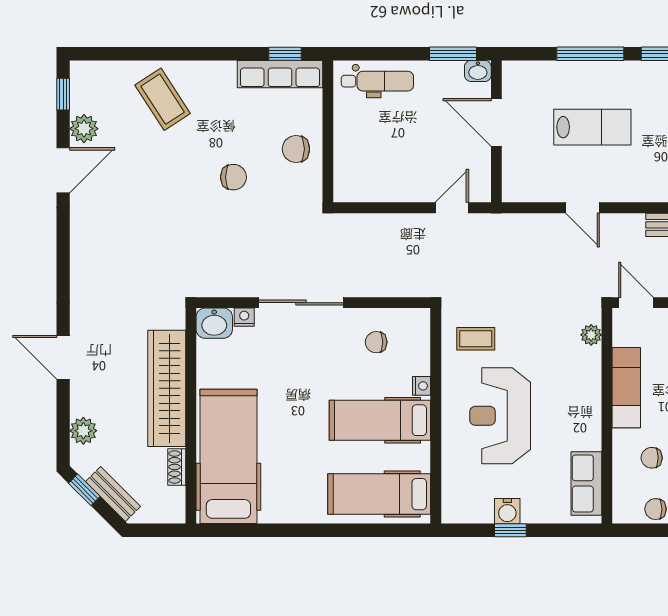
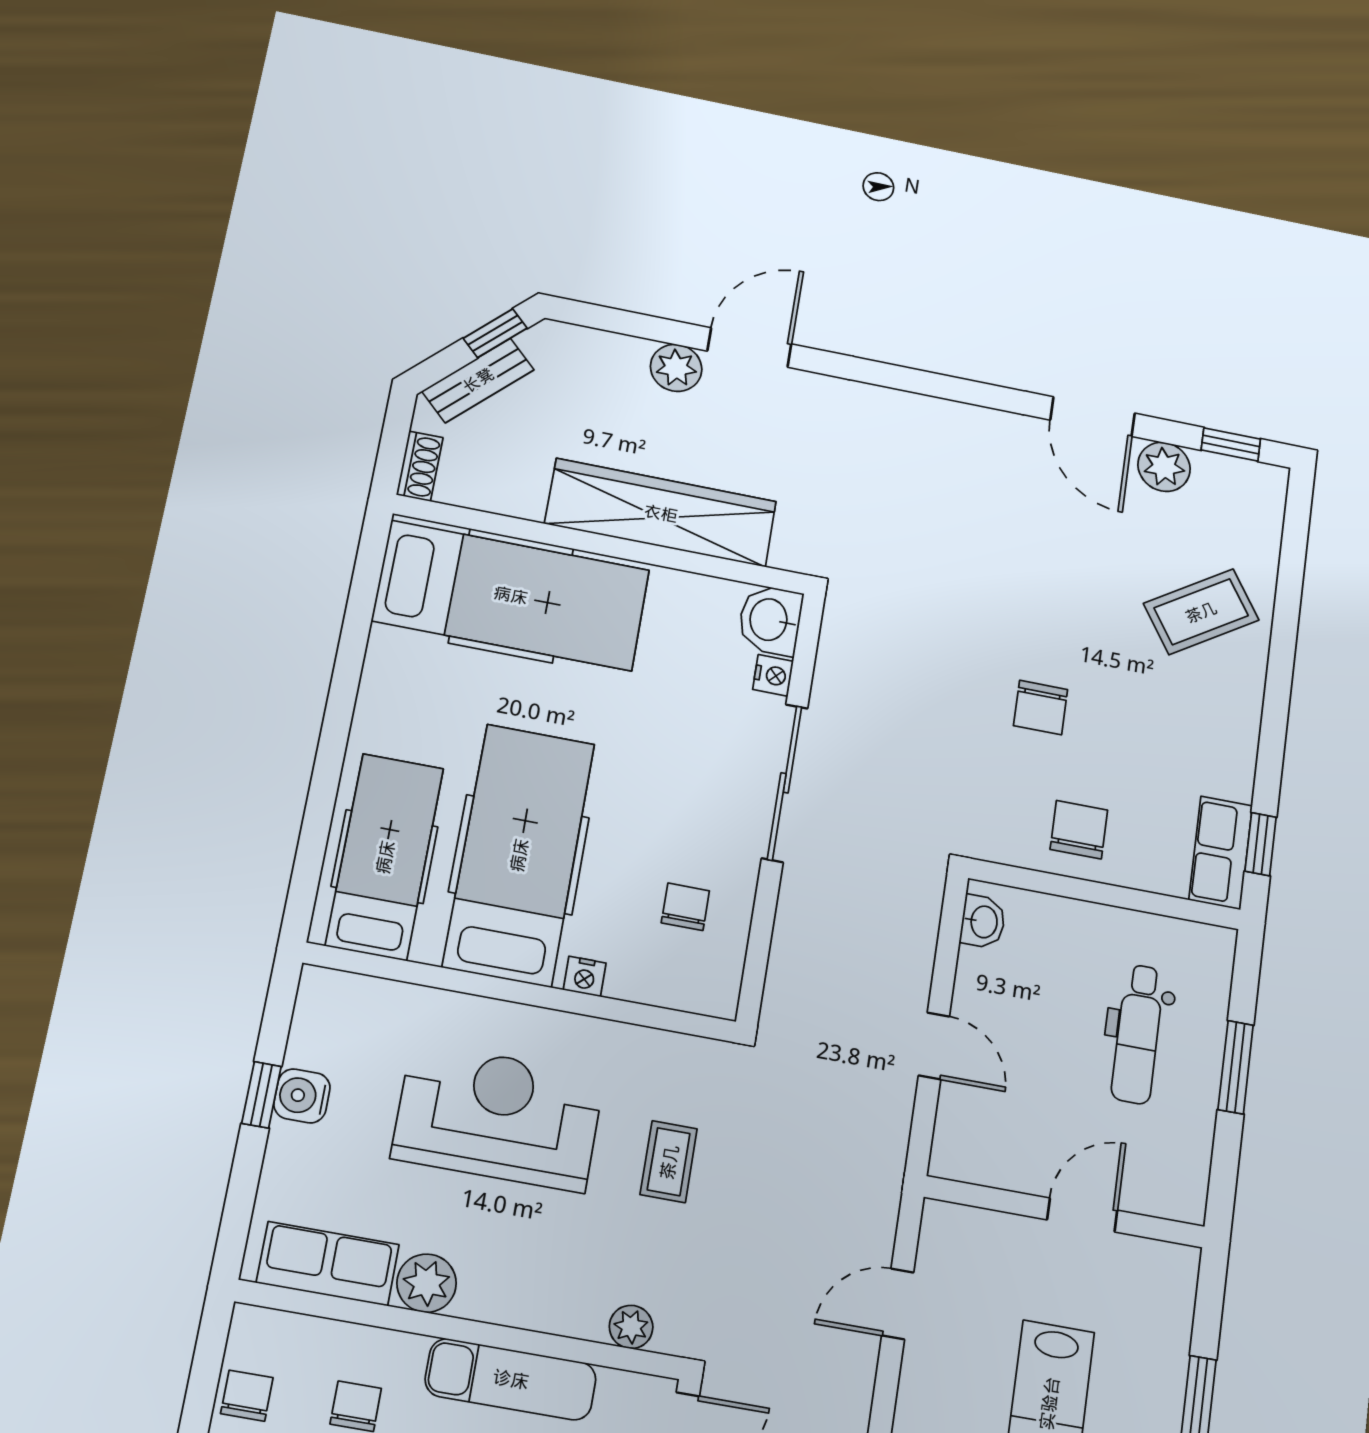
window: (453, 54) -> (1236, 1067), moved
washbasin: (478, 71) -> (983, 922), moved, turned 180
row of seats: (280, 74) -> (1221, 853), width x0.68
dental chair: (377, 81) -> (1138, 1034), moved
door: (496, 122) -> (1082, 1215), width x0.73
door: (452, 208) -> (934, 1046), moved
door: (583, 208) -> (898, 1304), moved
coffee table: (476, 339) -> (669, 1162), moved
hospital bed: (380, 420) -> (519, 855), width x1.37, depth x1.29
plant: (83, 431) -> (676, 368), moved
plant: (587, 435) -> (427, 1283), added
shoe rack: (177, 467) -> (420, 466), moved, turned 90

